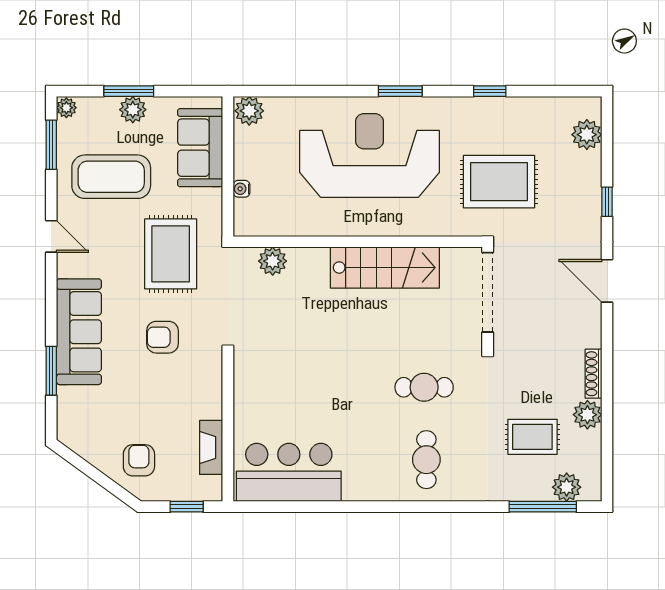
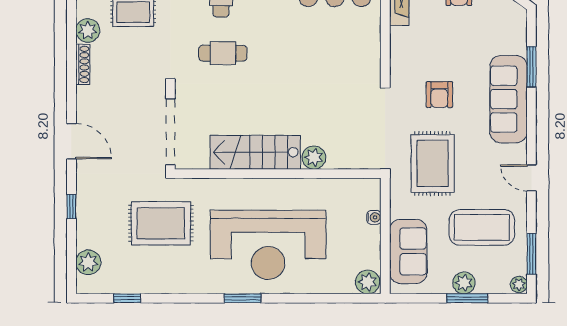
window: (490, 91) -> (127, 298), moved
plant: (273, 261) -> (314, 158), moved
armchair: (162, 337) -> (439, 95), turned 90

